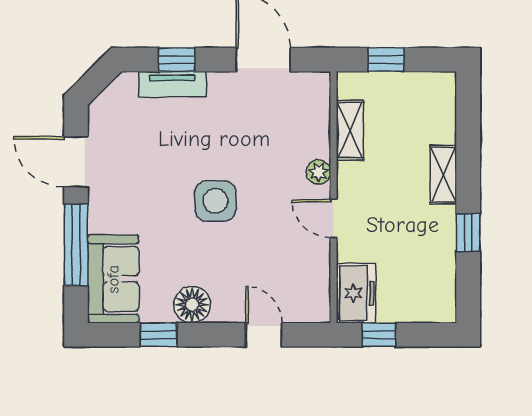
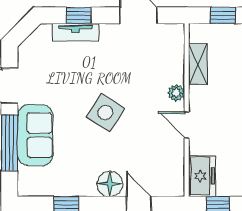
side table: (215, 201) -> (105, 113), turned 32
sofa: (113, 279) -> (35, 135), moved
floor lamp: (192, 305) -> (110, 184), moved

